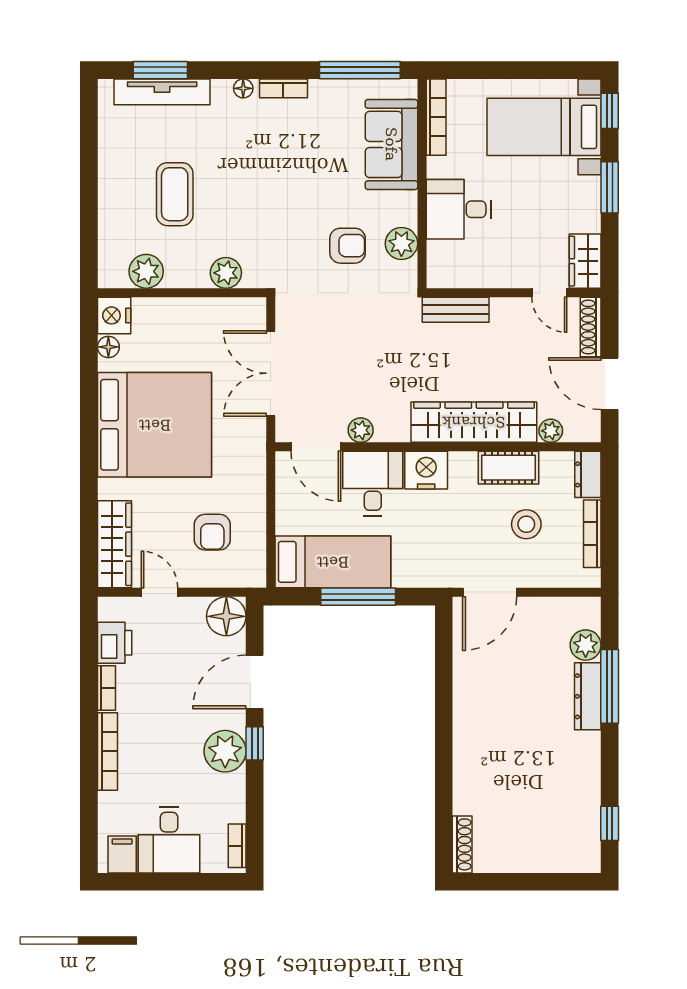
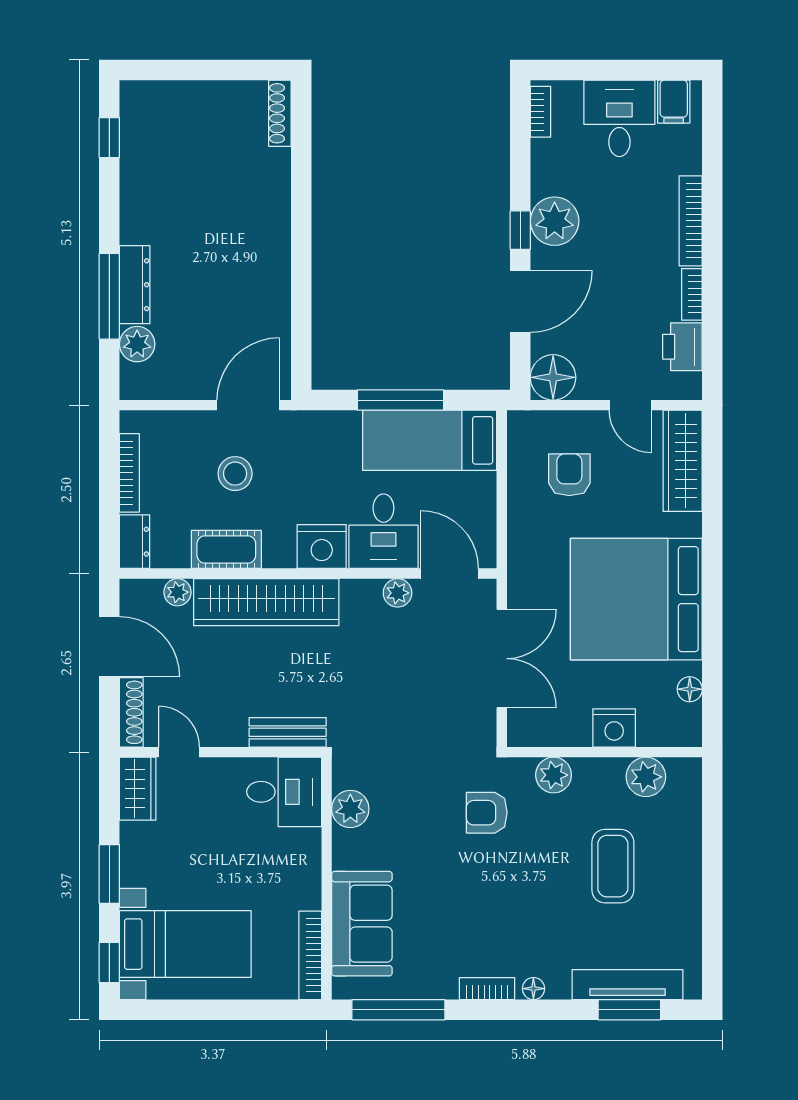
desk: (459, 209) -> (284, 792), moved
armchair: (348, 246) -> (487, 813), moved
nightstand: (114, 315) -> (614, 728), moved, turned 90
stool: (526, 524) -> (235, 474), moved

